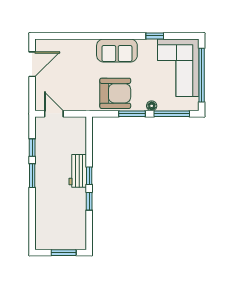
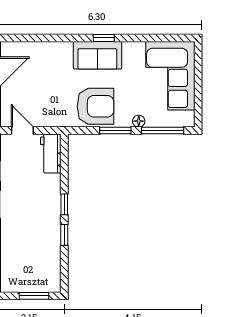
window: (155, 36) -> (104, 38), moved
window: (202, 75) -> (198, 85), removed
workbench: (78, 171) -> (51, 154), moved

